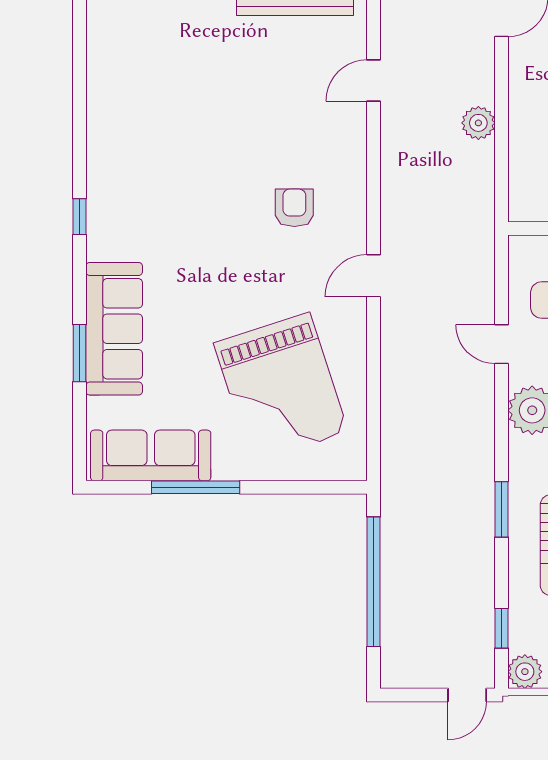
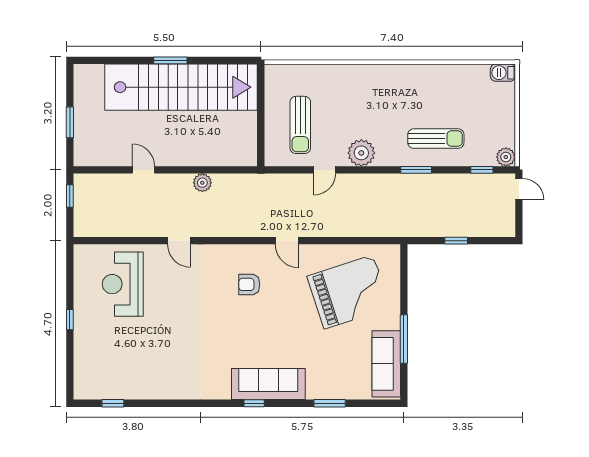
sofa: (114, 329) -> (268, 384), moved
window: (374, 582) -> (456, 241), width x0.32

